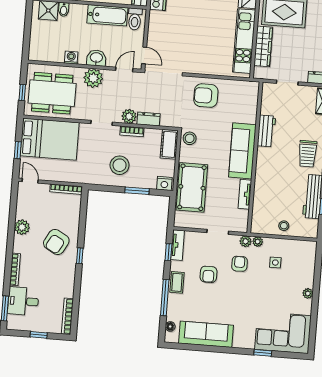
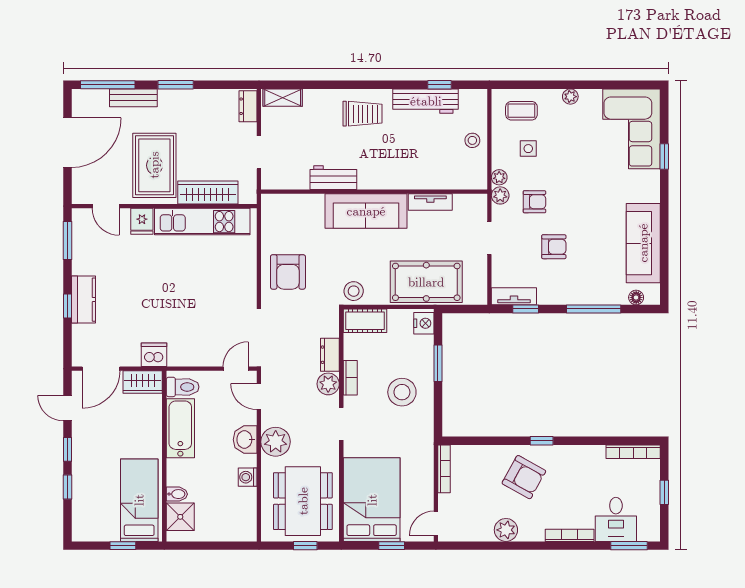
armchair: (240, 264) -> (534, 202), turned 180
coffee table: (177, 282) -> (521, 111), moved

